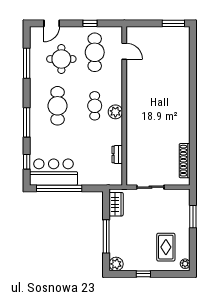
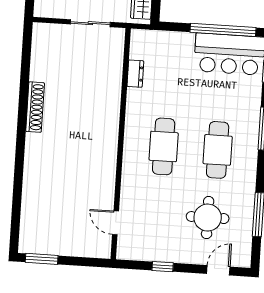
cafe table: (95, 52) -> (159, 224), removed
cafe table: (95, 106) -> (164, 146), width x1.37, depth x1.35
plant: (115, 112) -> (134, 136), removed
shoe rack: (185, 161) -> (35, 107), moved

